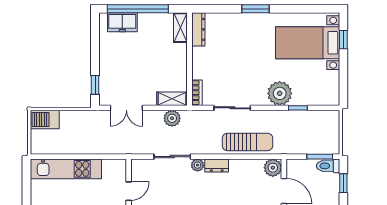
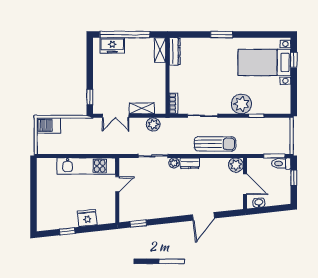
shelving: (172, 99) -> (142, 108), moved
kitchen unit: (66, 169) -> (86, 166), moved

